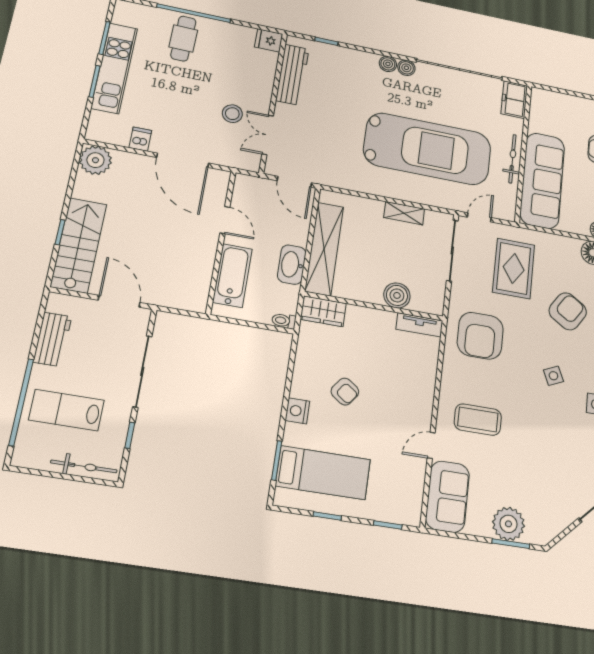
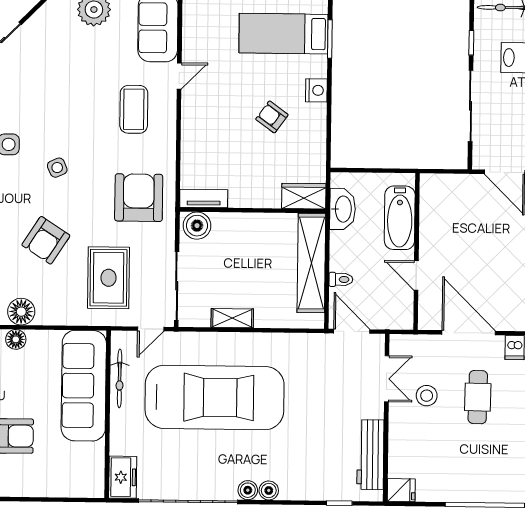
cafe table: (183, 39) -> (478, 397), moved
car: (428, 149) -> (215, 397), turned 180
bicycle: (512, 159) -> (120, 378), moved
washbasin: (292, 265) -> (343, 209), moved
boiler: (397, 295) -> (197, 226), moved
toilet: (284, 321) -> (341, 279), moved
coffee table: (478, 420) -> (134, 109), turned 90

